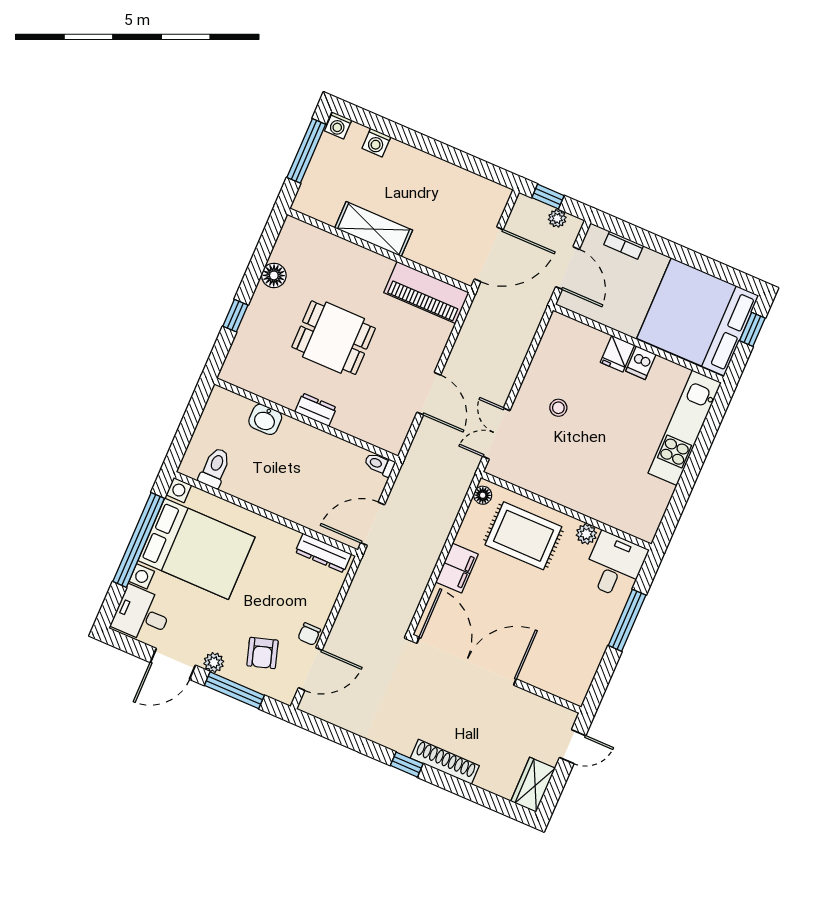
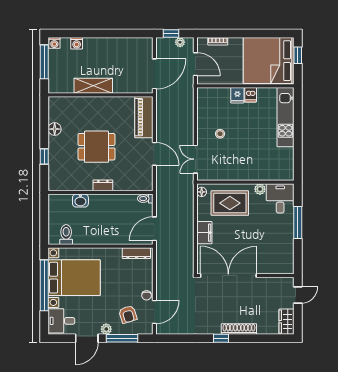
piano: (426, 292) -> (144, 117), moved, turned 90

